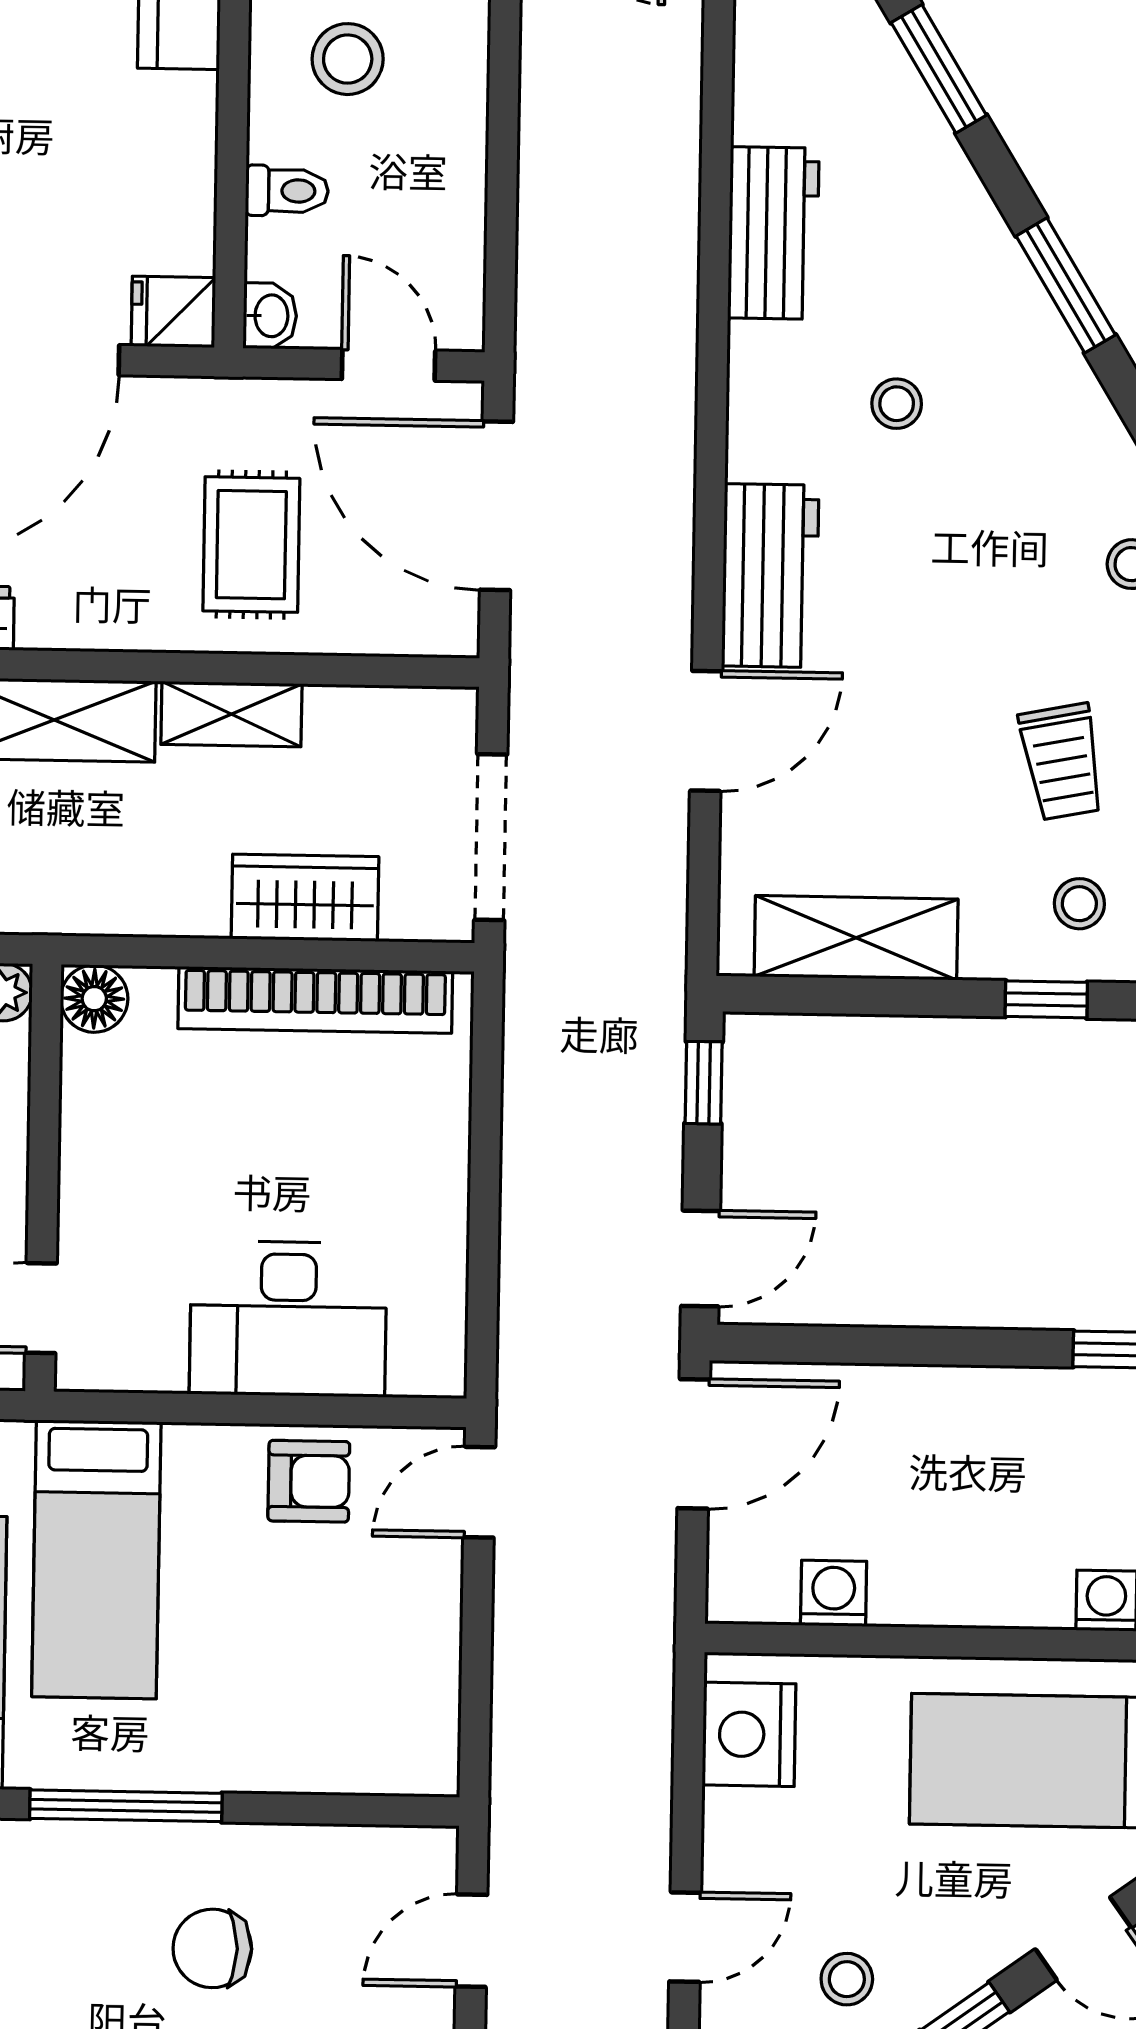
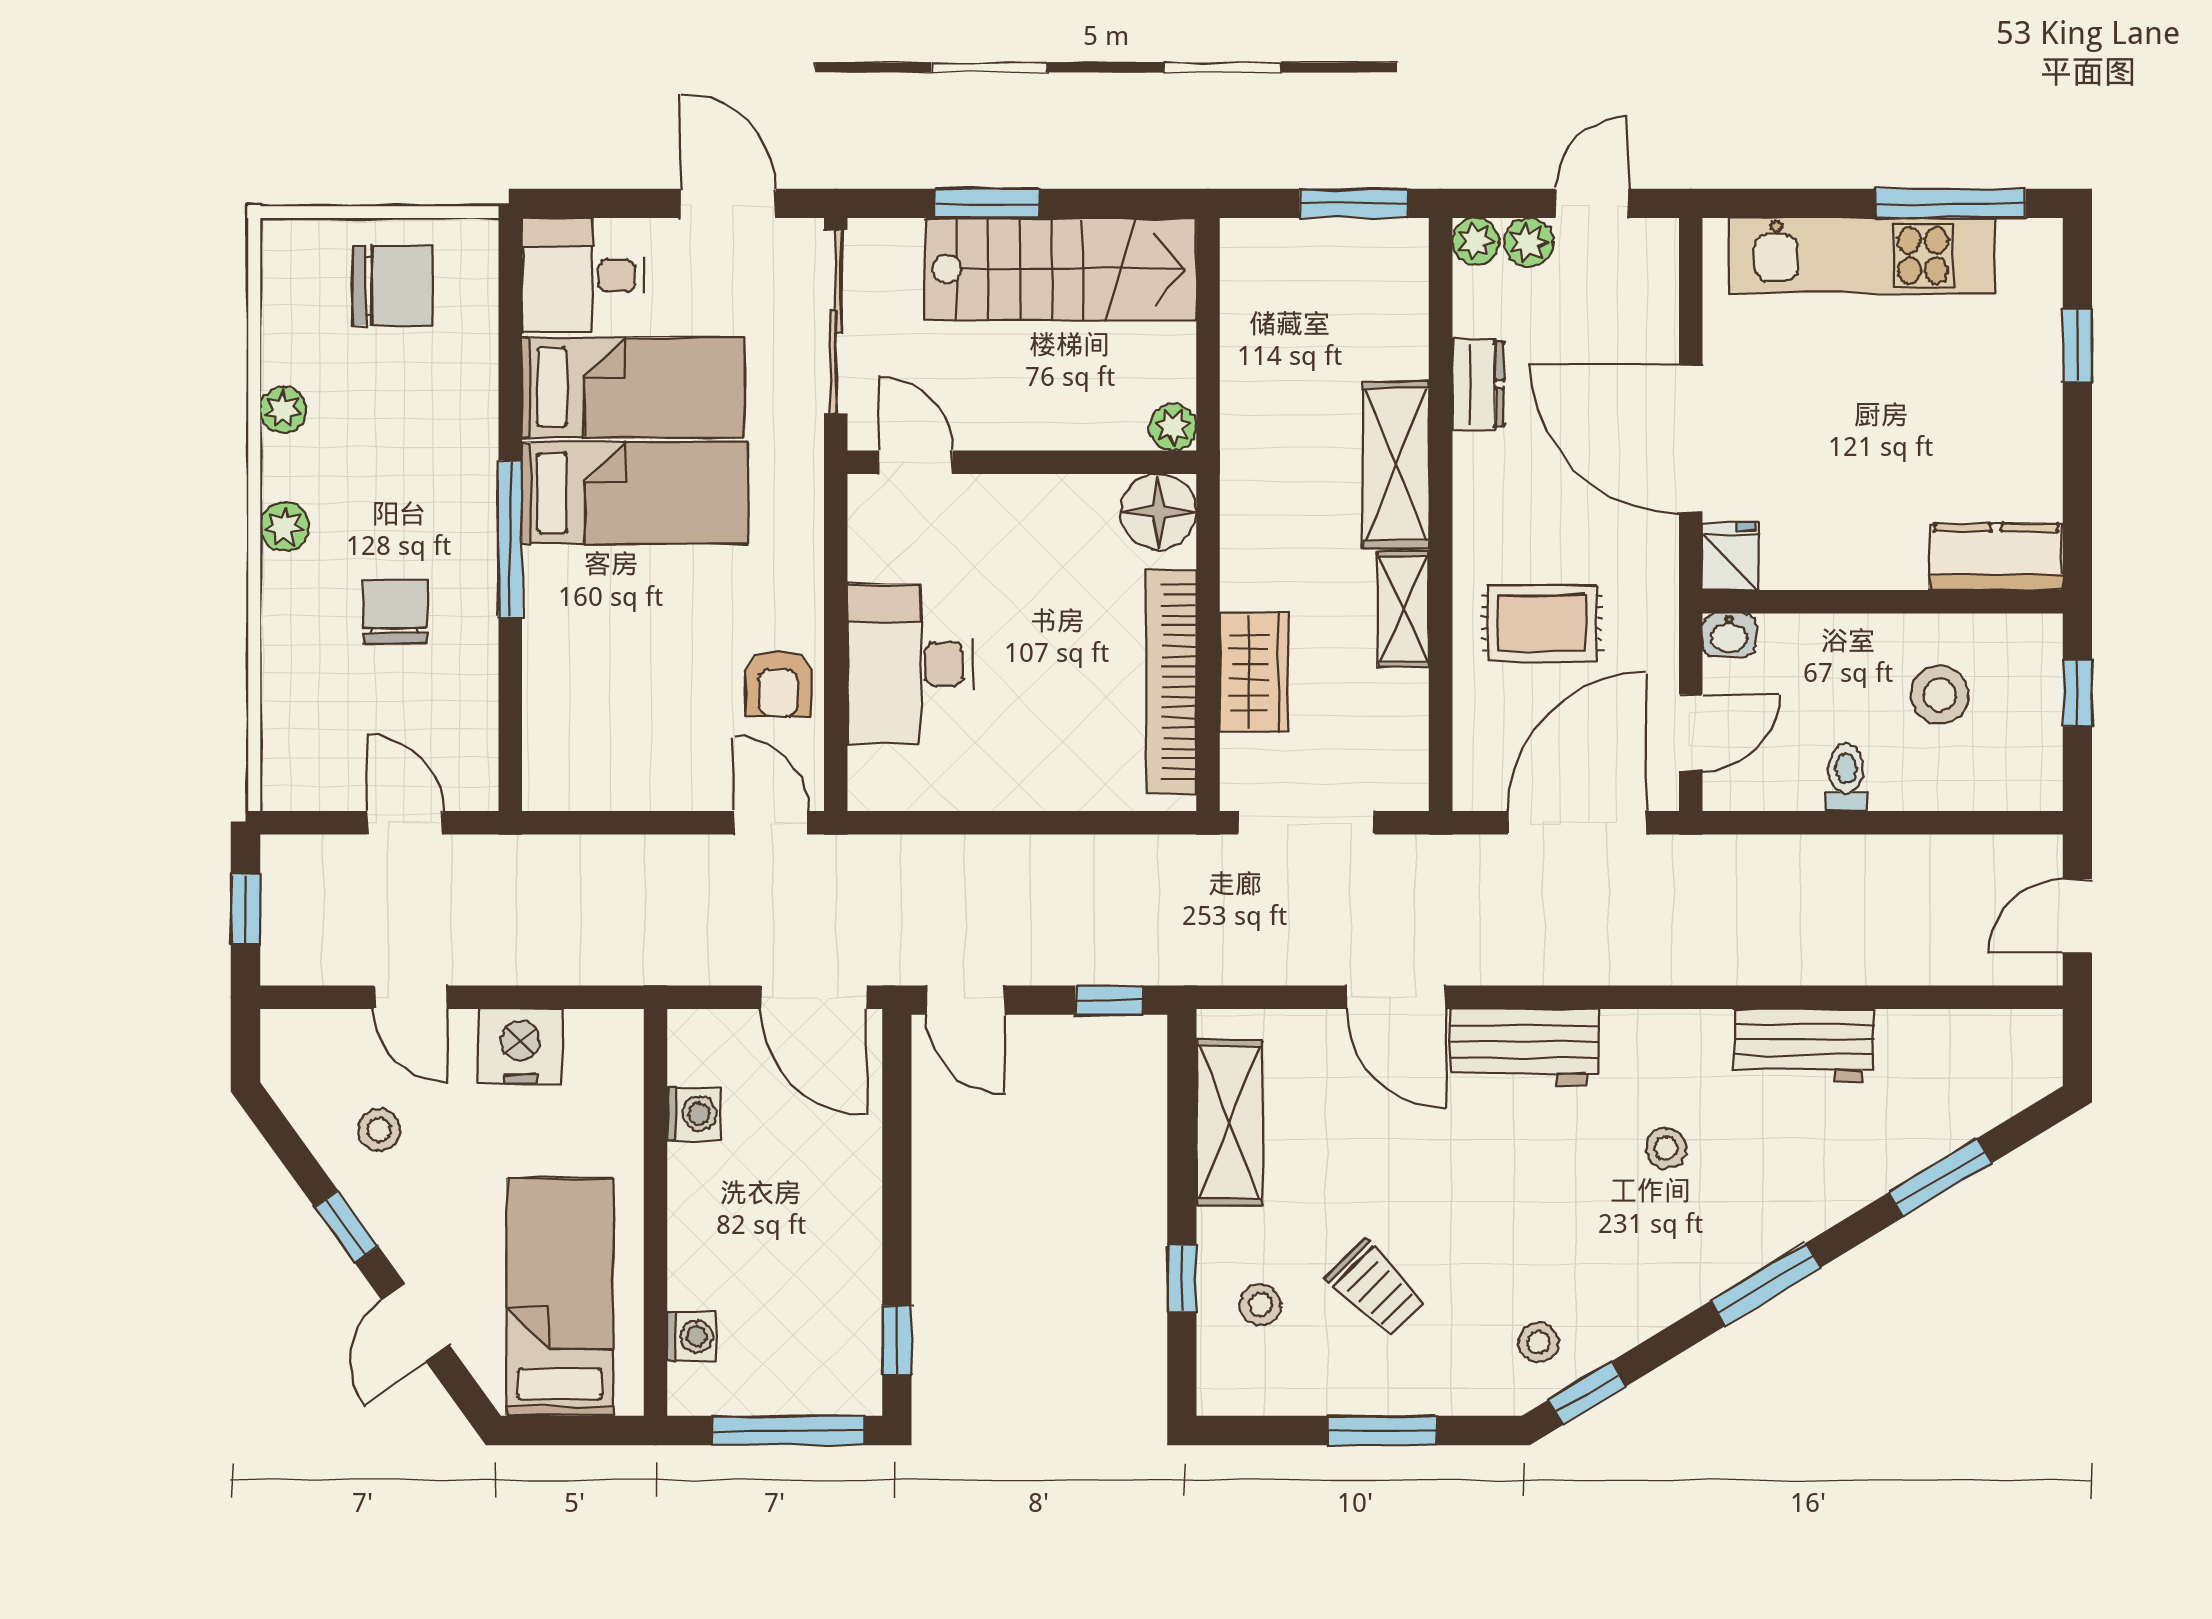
toilet: (287, 191) -> (1846, 777), moved, turned 180
trolley: (1062, 762) -> (1376, 1288), turned -124
floor lamp: (94, 999) -> (1159, 512), width x1.38, depth x1.38
bed: (96, 1559) -> (635, 493), moved, turned 180
nightstand: (749, 1734) -> (520, 1047), moved

